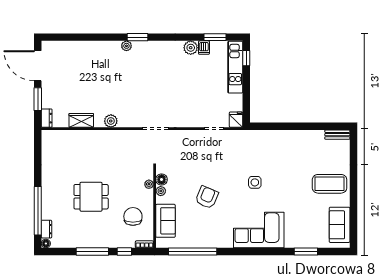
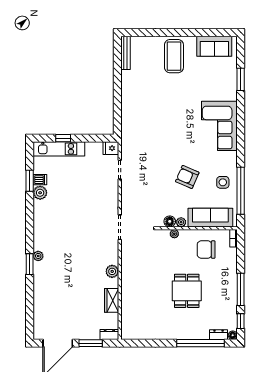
window: (138, 37) -> (30, 264), moved
window: (215, 37) -> (30, 181), moved
window: (246, 58) -> (63, 138), moved
bench: (337, 135) -> (126, 53), width x1.36
side table: (255, 182) -> (223, 182), moved
sofa: (165, 221) -> (210, 218), width x1.36
window: (124, 252) -> (241, 321), moved

